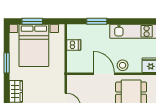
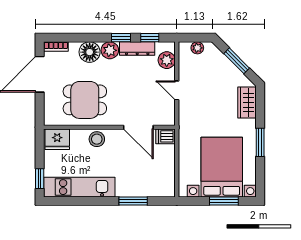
dishwasher: (74, 45) -> (165, 136), moved
door: (104, 74) -> (138, 127), moved

